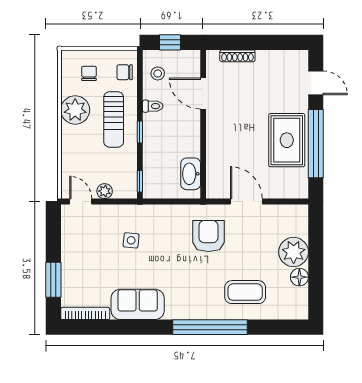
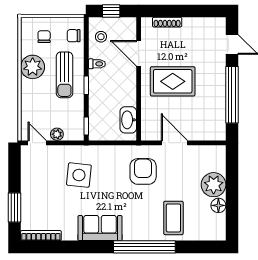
rug: (287, 140) -> (173, 81), moved, turned 90
side table: (131, 240) -> (79, 175), width x1.87, depth x1.87
coffee table: (245, 292) -> (173, 218), turned 90
sofa: (138, 304) -> (100, 228), moved

